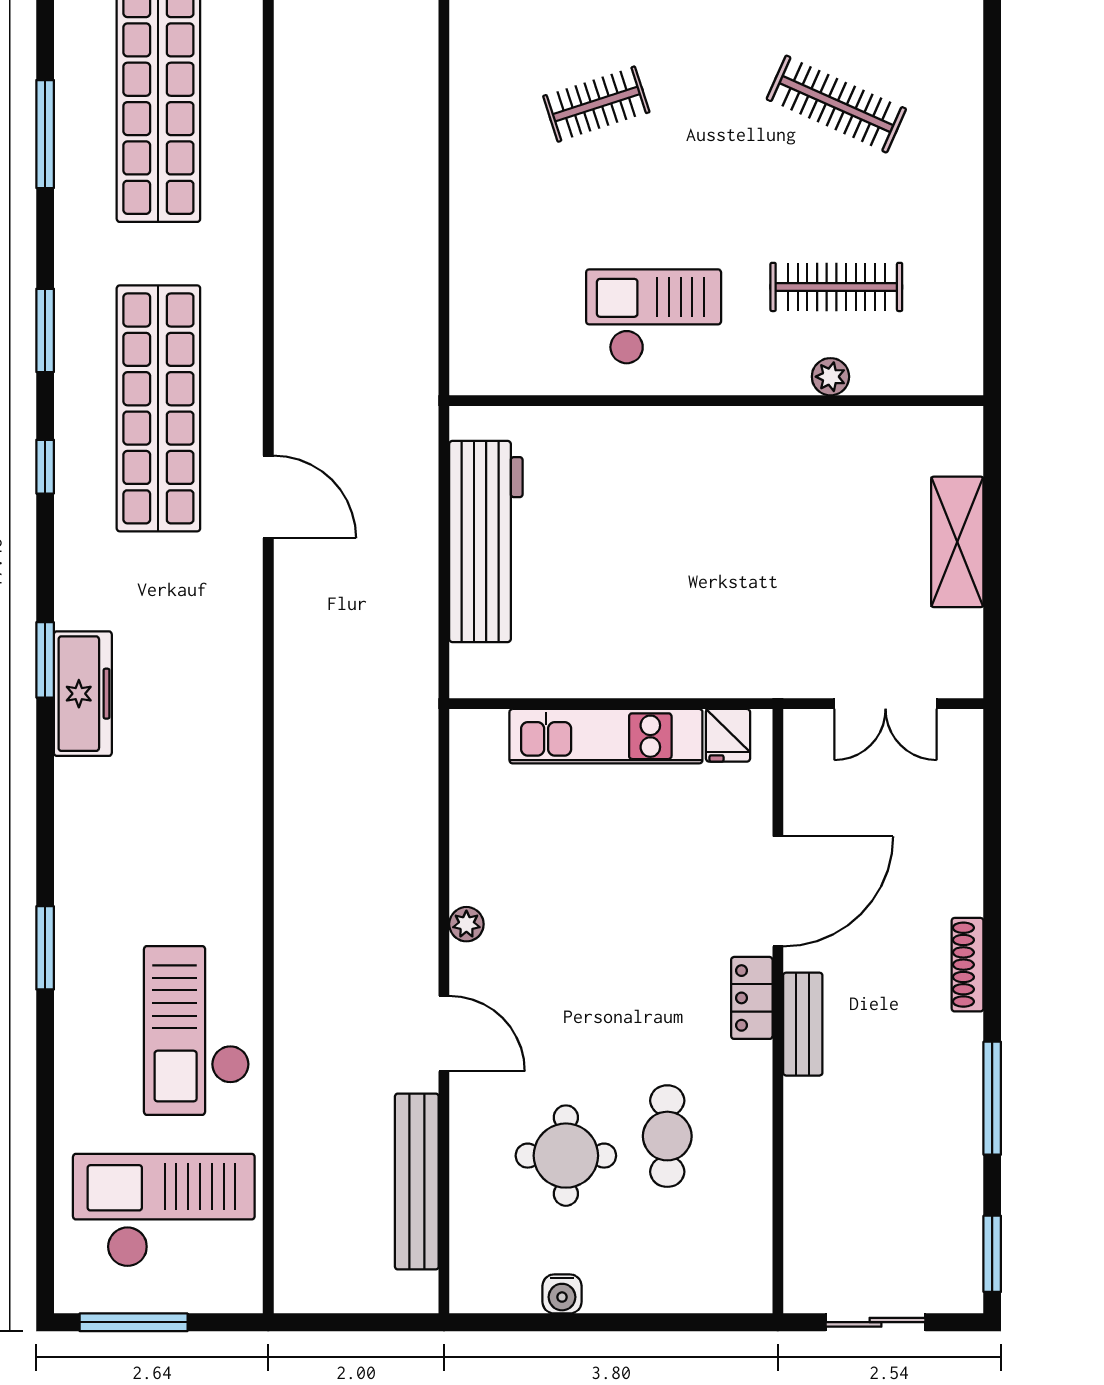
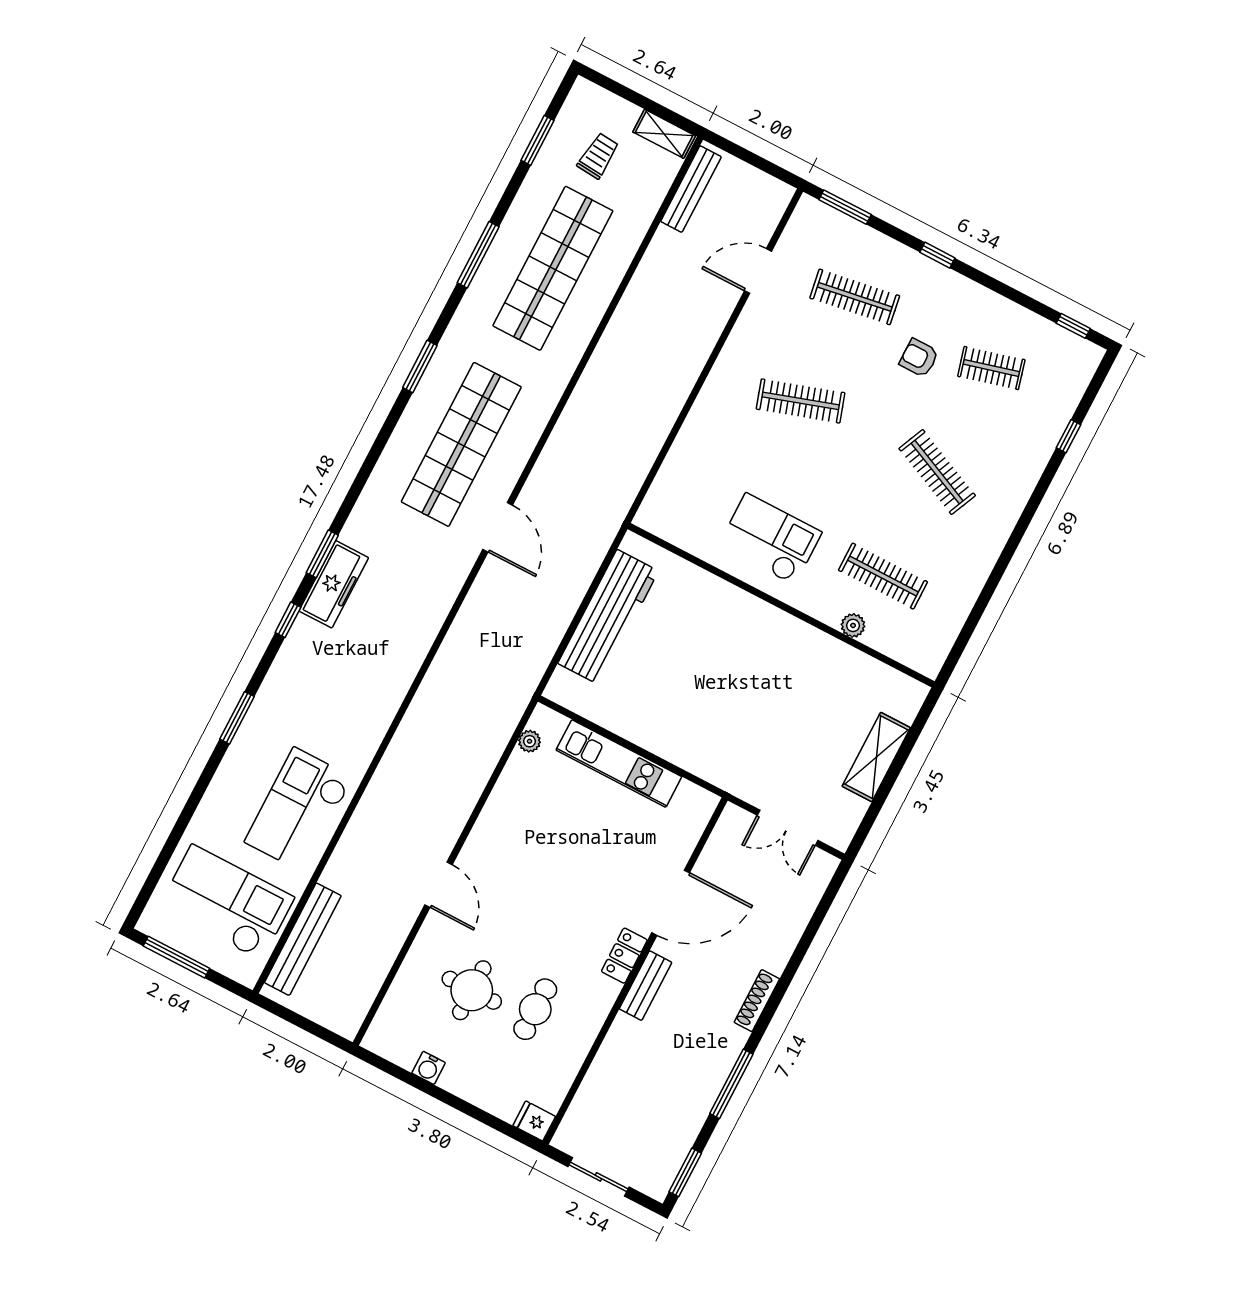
clothes rail: (596, 104) -> (801, 401), width x1.36
window: (45, 467) -> (288, 620), moved
fridge: (728, 735) -> (534, 1121), moved, turned 90
plant: (466, 924) -> (529, 741), moved
bench: (417, 1182) -> (303, 939), moved

